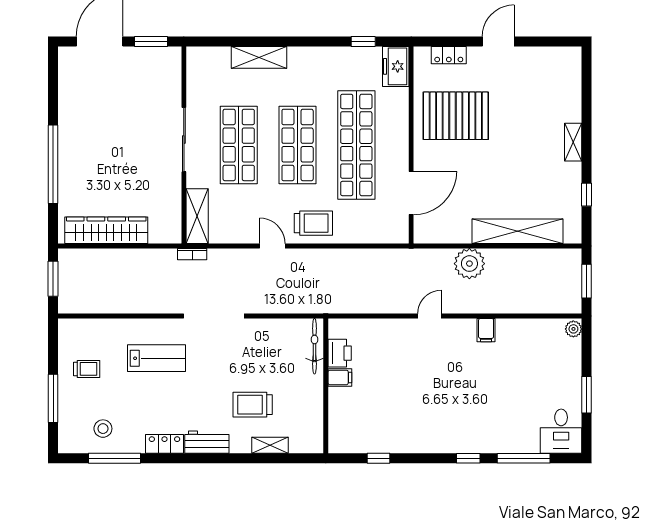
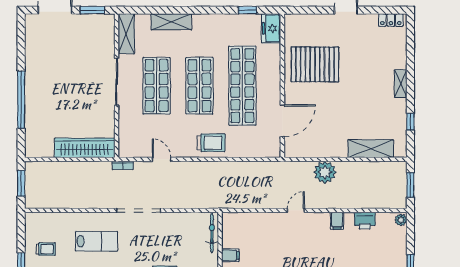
locker: (449, 55) -> (391, 20), moved
shelving: (197, 216) -> (126, 34), moved
wardrobe: (106, 230) -> (85, 148), moved
shelving: (517, 231) -> (371, 149), width x0.68
door: (272, 246) -> (162, 159), moved
printer: (340, 353) -> (365, 221), moved, turned 90

